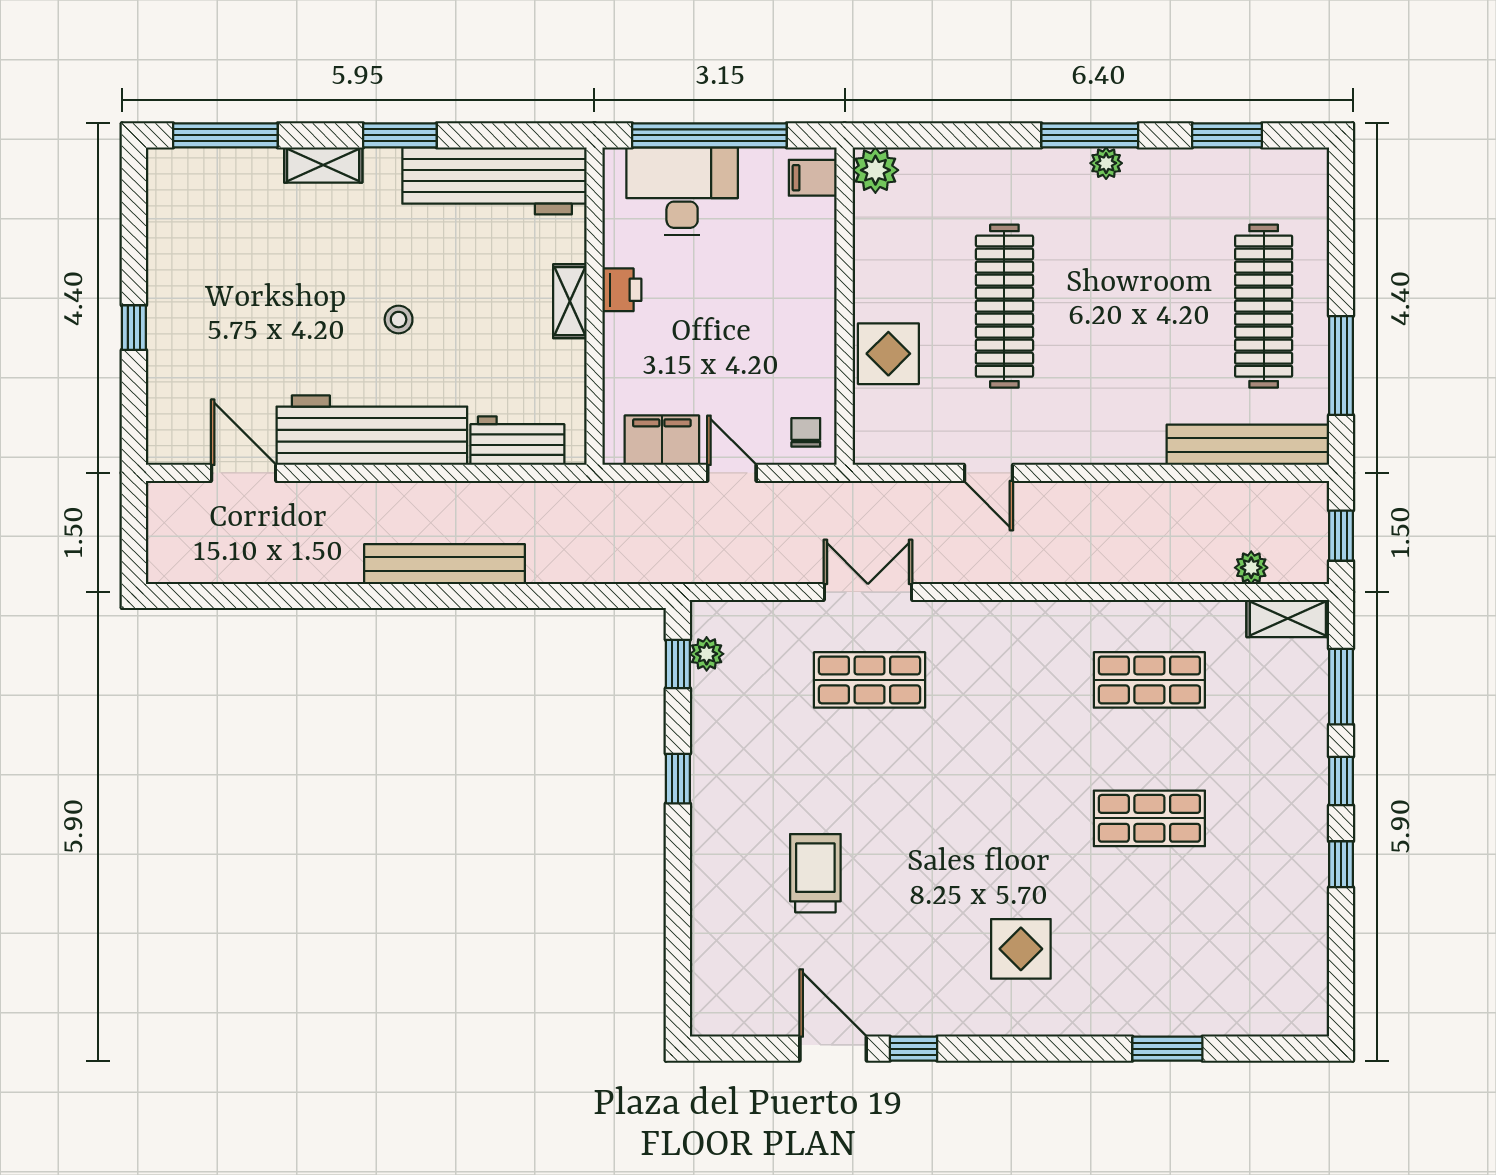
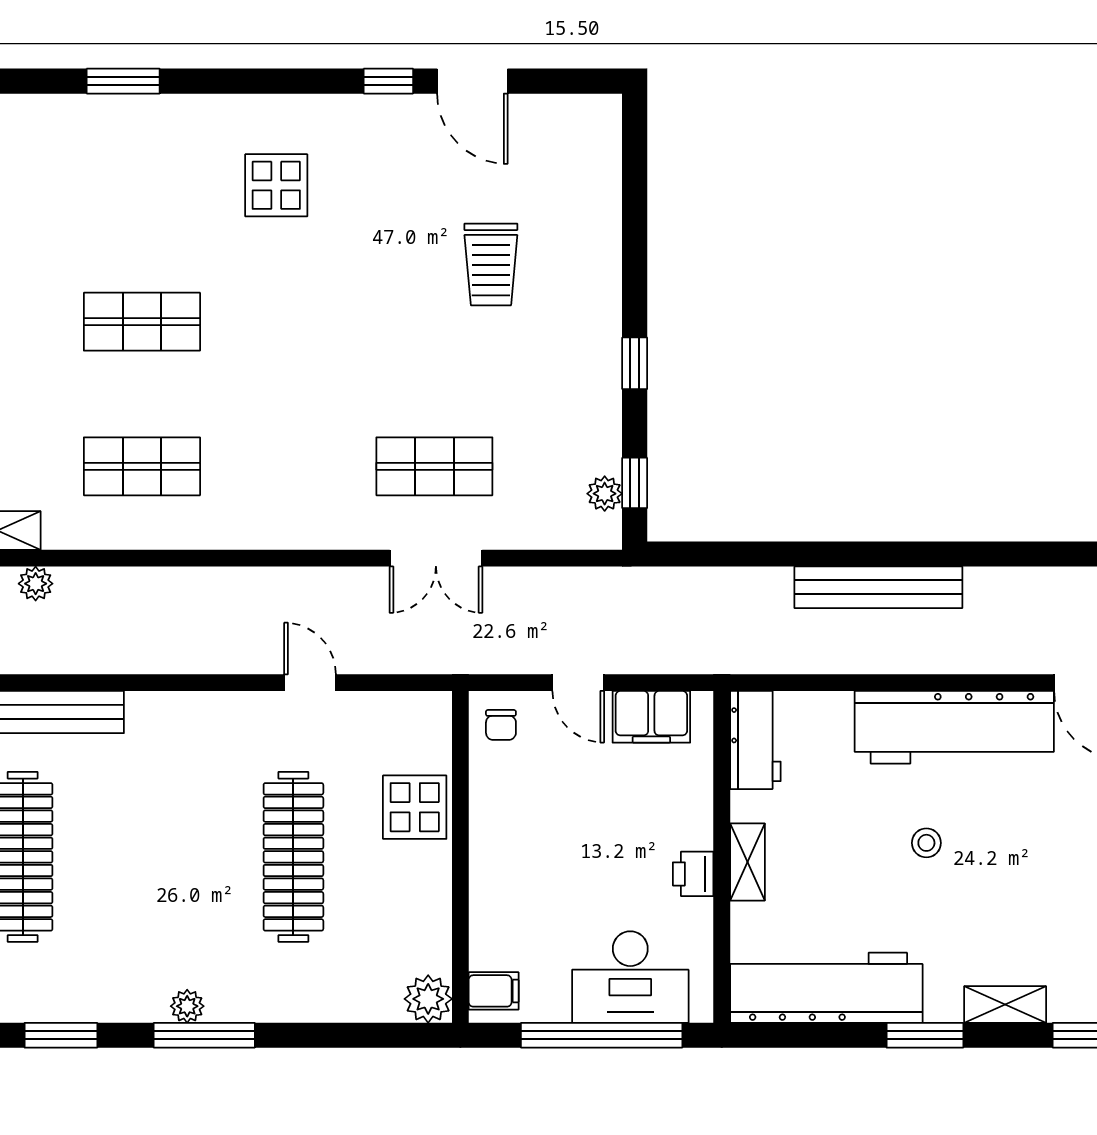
workbench: (517, 441) -> (755, 740), moved, turned -90

